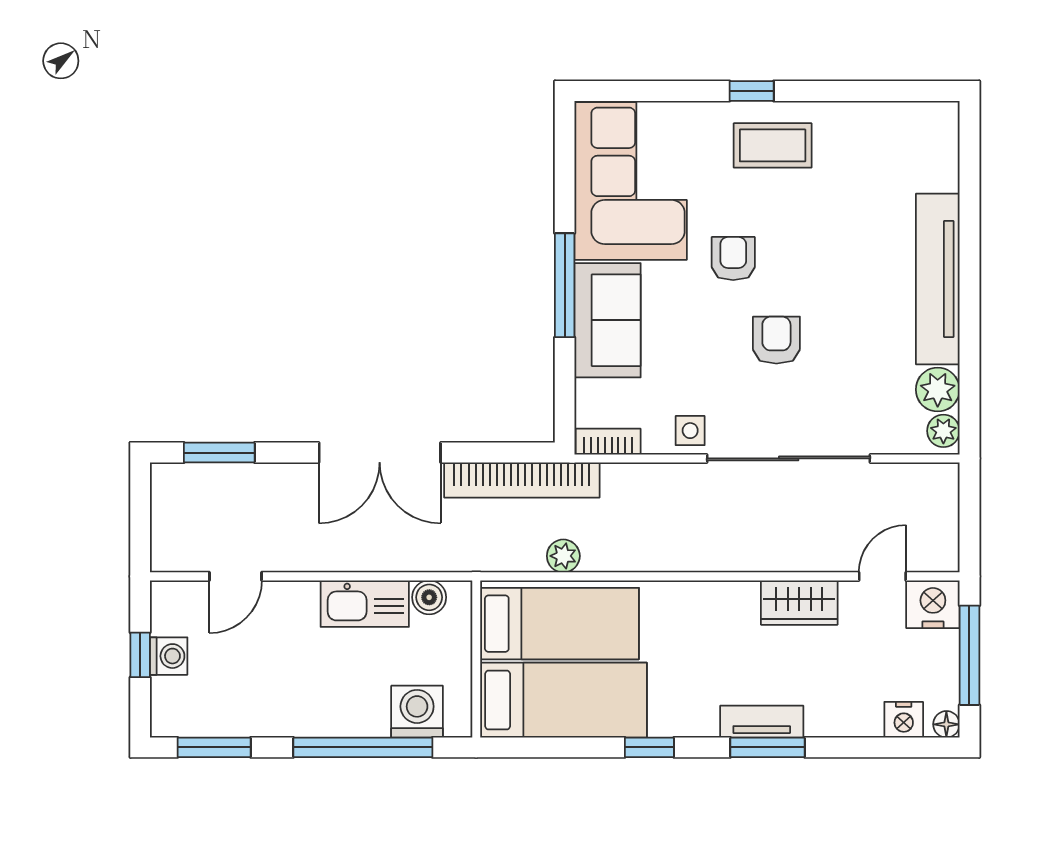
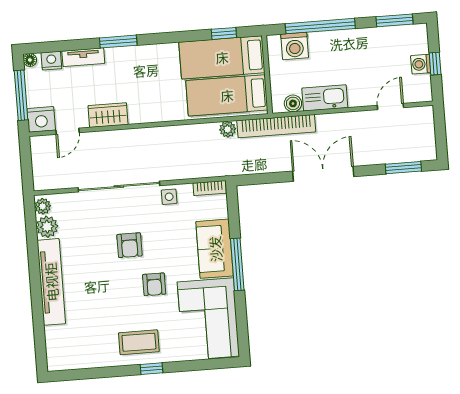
bookcase: (522, 480) -> (276, 126), moved, turned 180
tv unit: (762, 722) -> (83, 57), moved
window: (649, 747) -> (224, 33), moved

